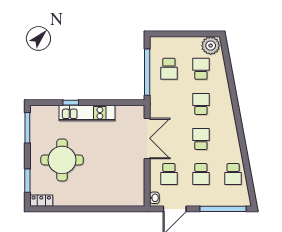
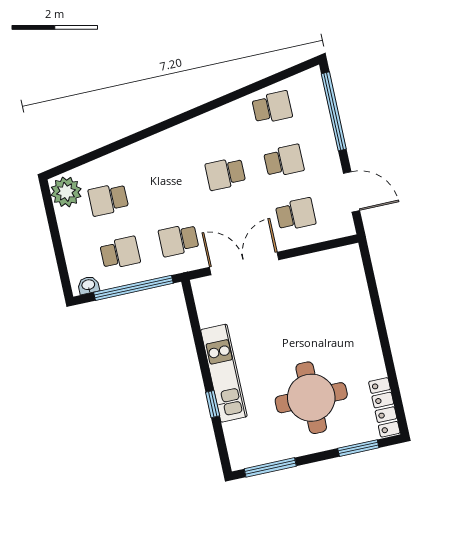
school desk: (201, 104) -> (179, 240), moved
washbasin: (154, 198) -> (88, 285), moved
locker: (41, 201) -> (384, 407), width x1.53

